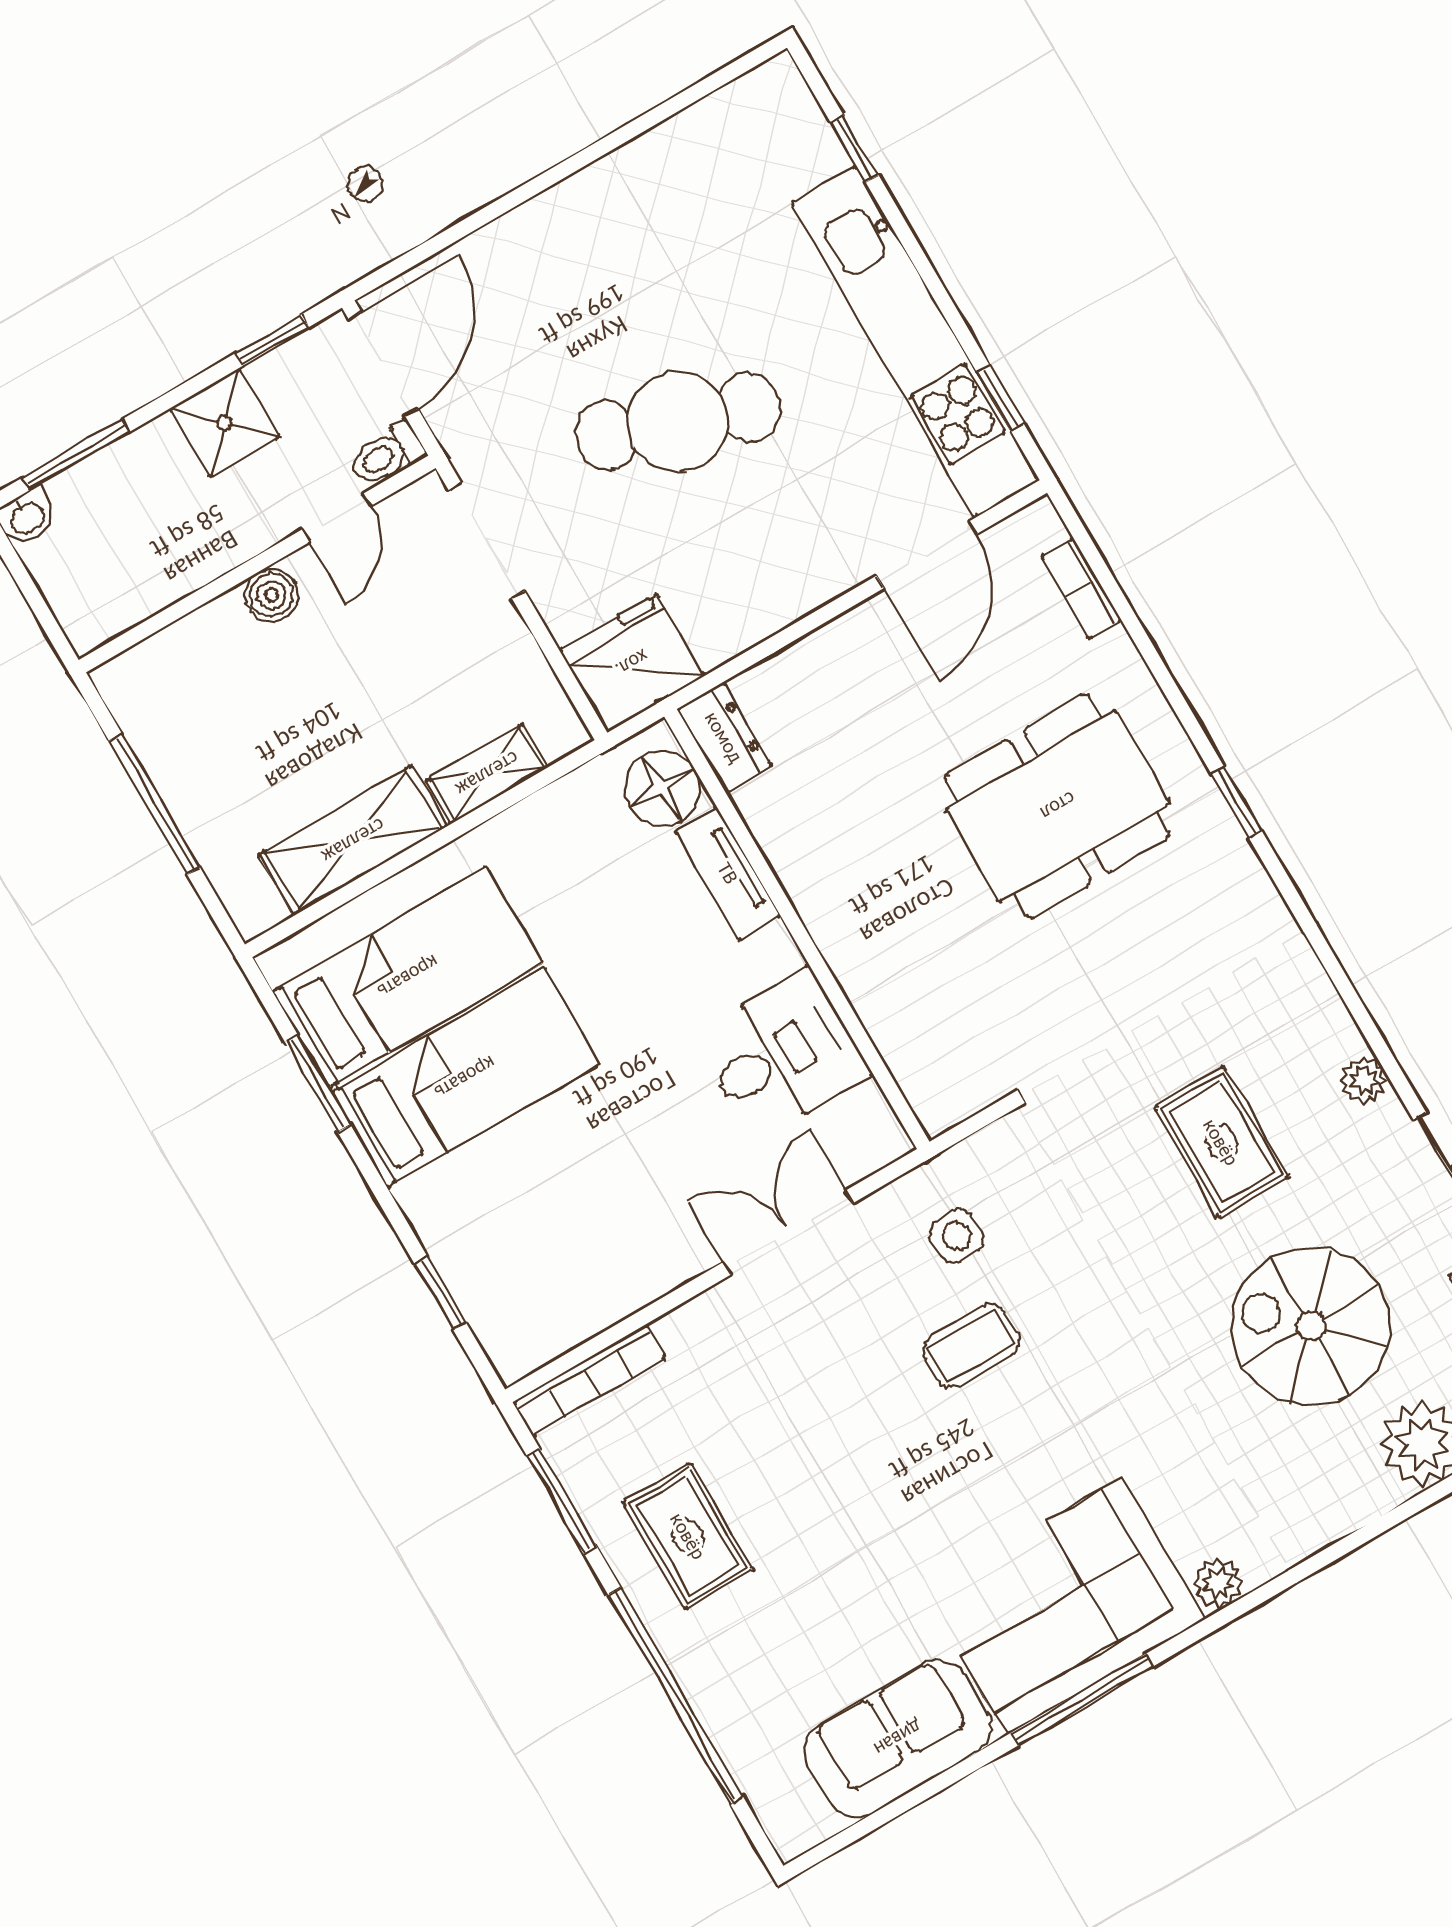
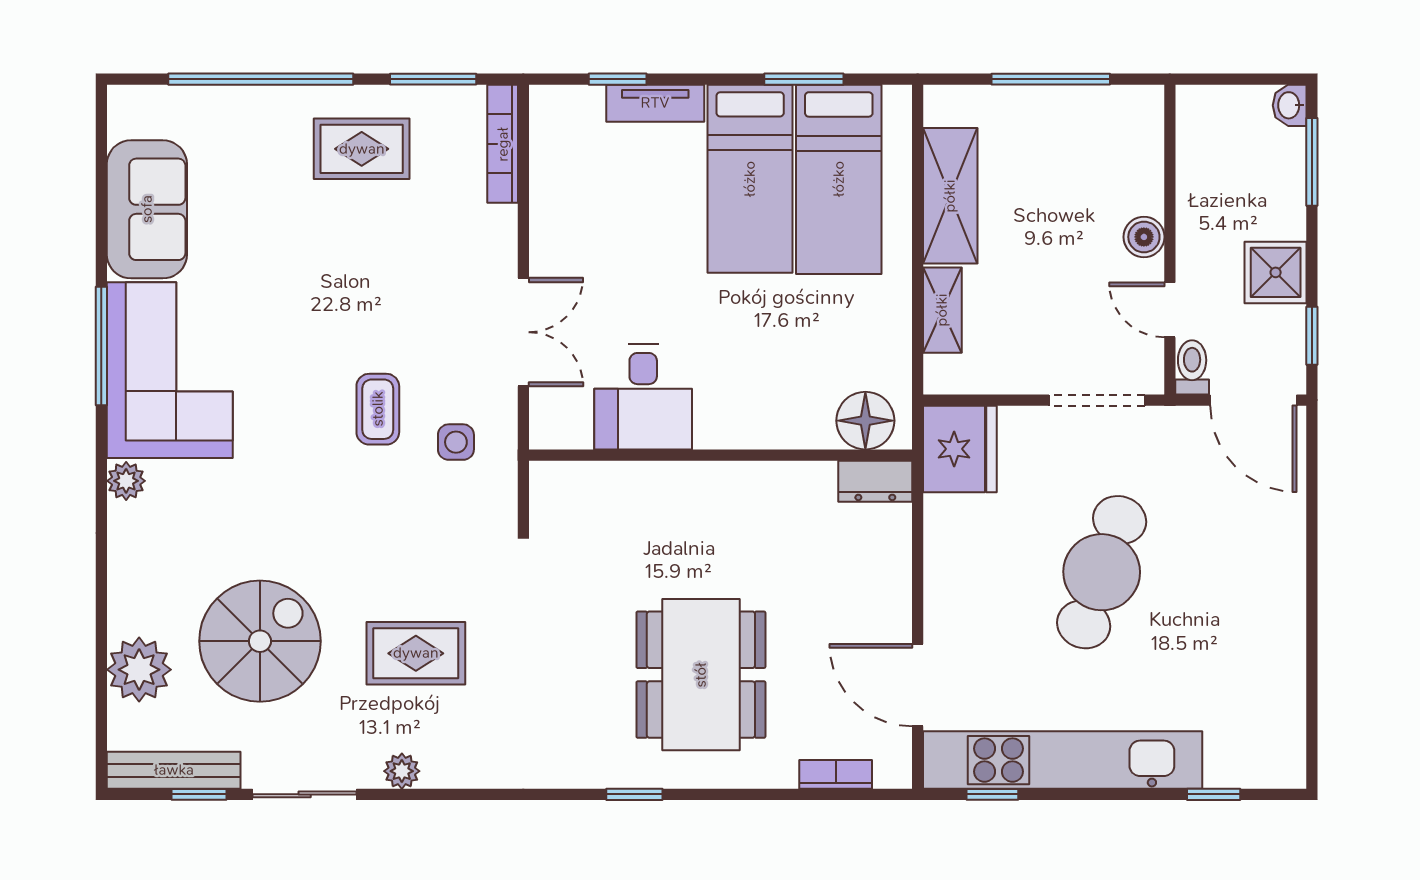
tv unit: (728, 873) -> (655, 103), moved, turned 180

